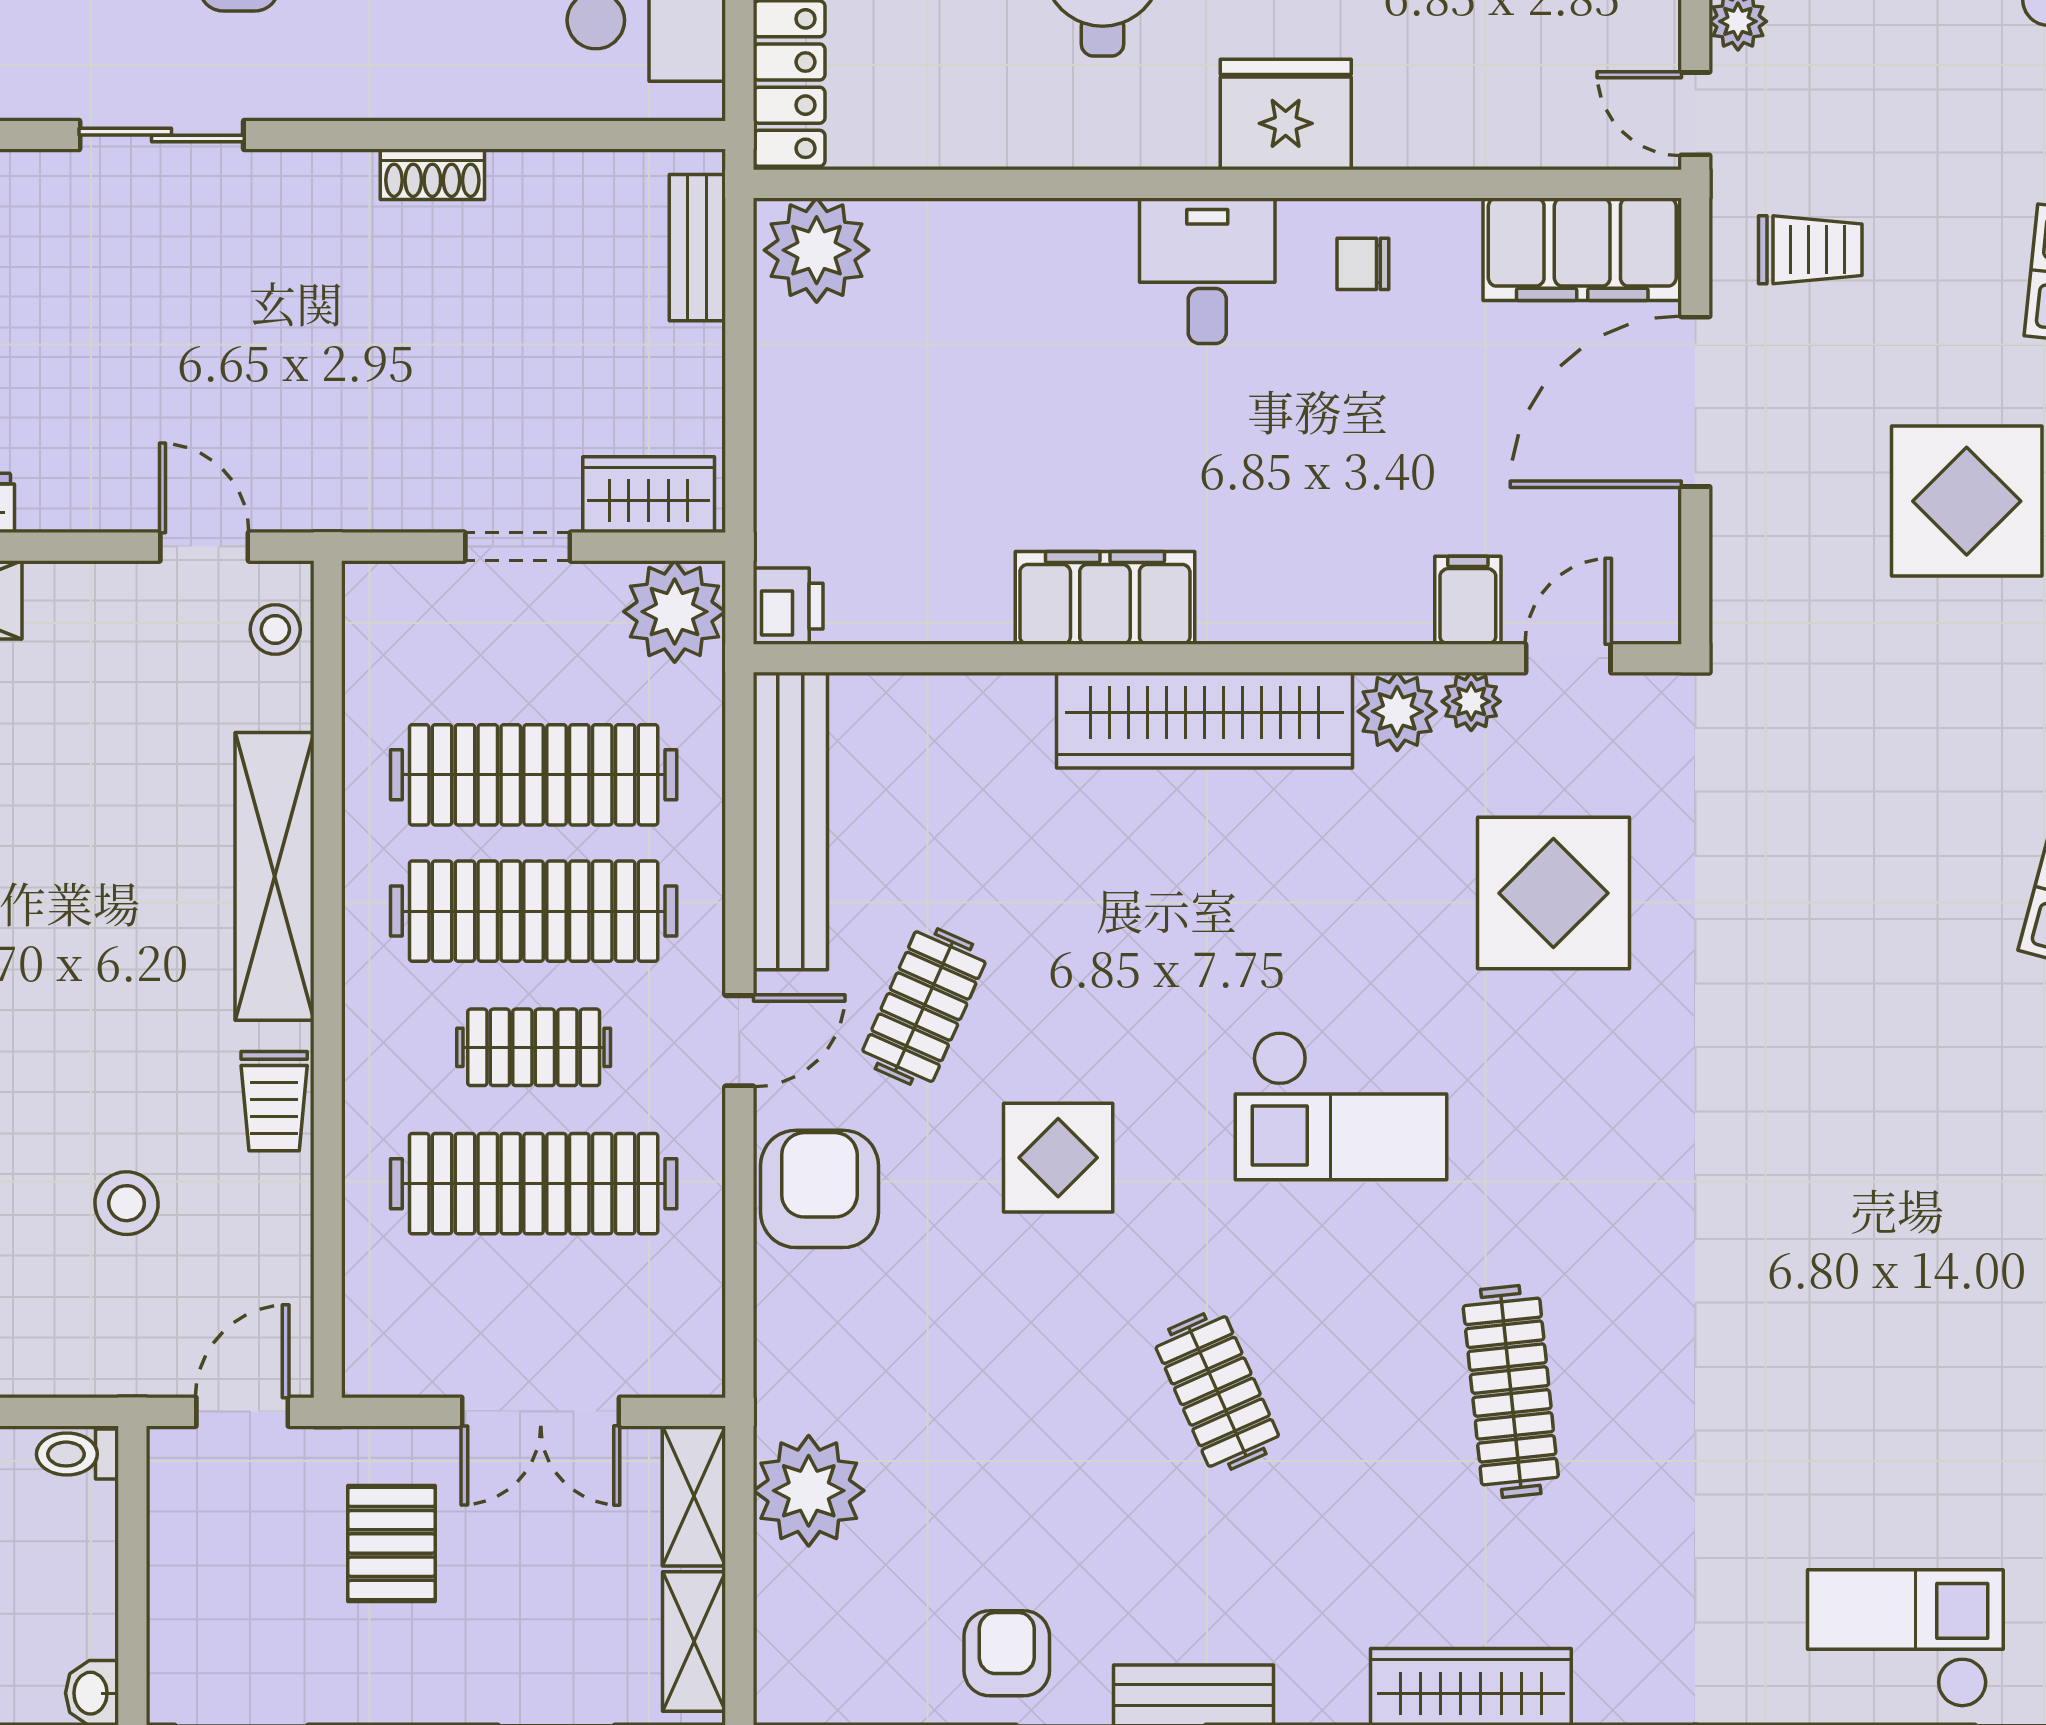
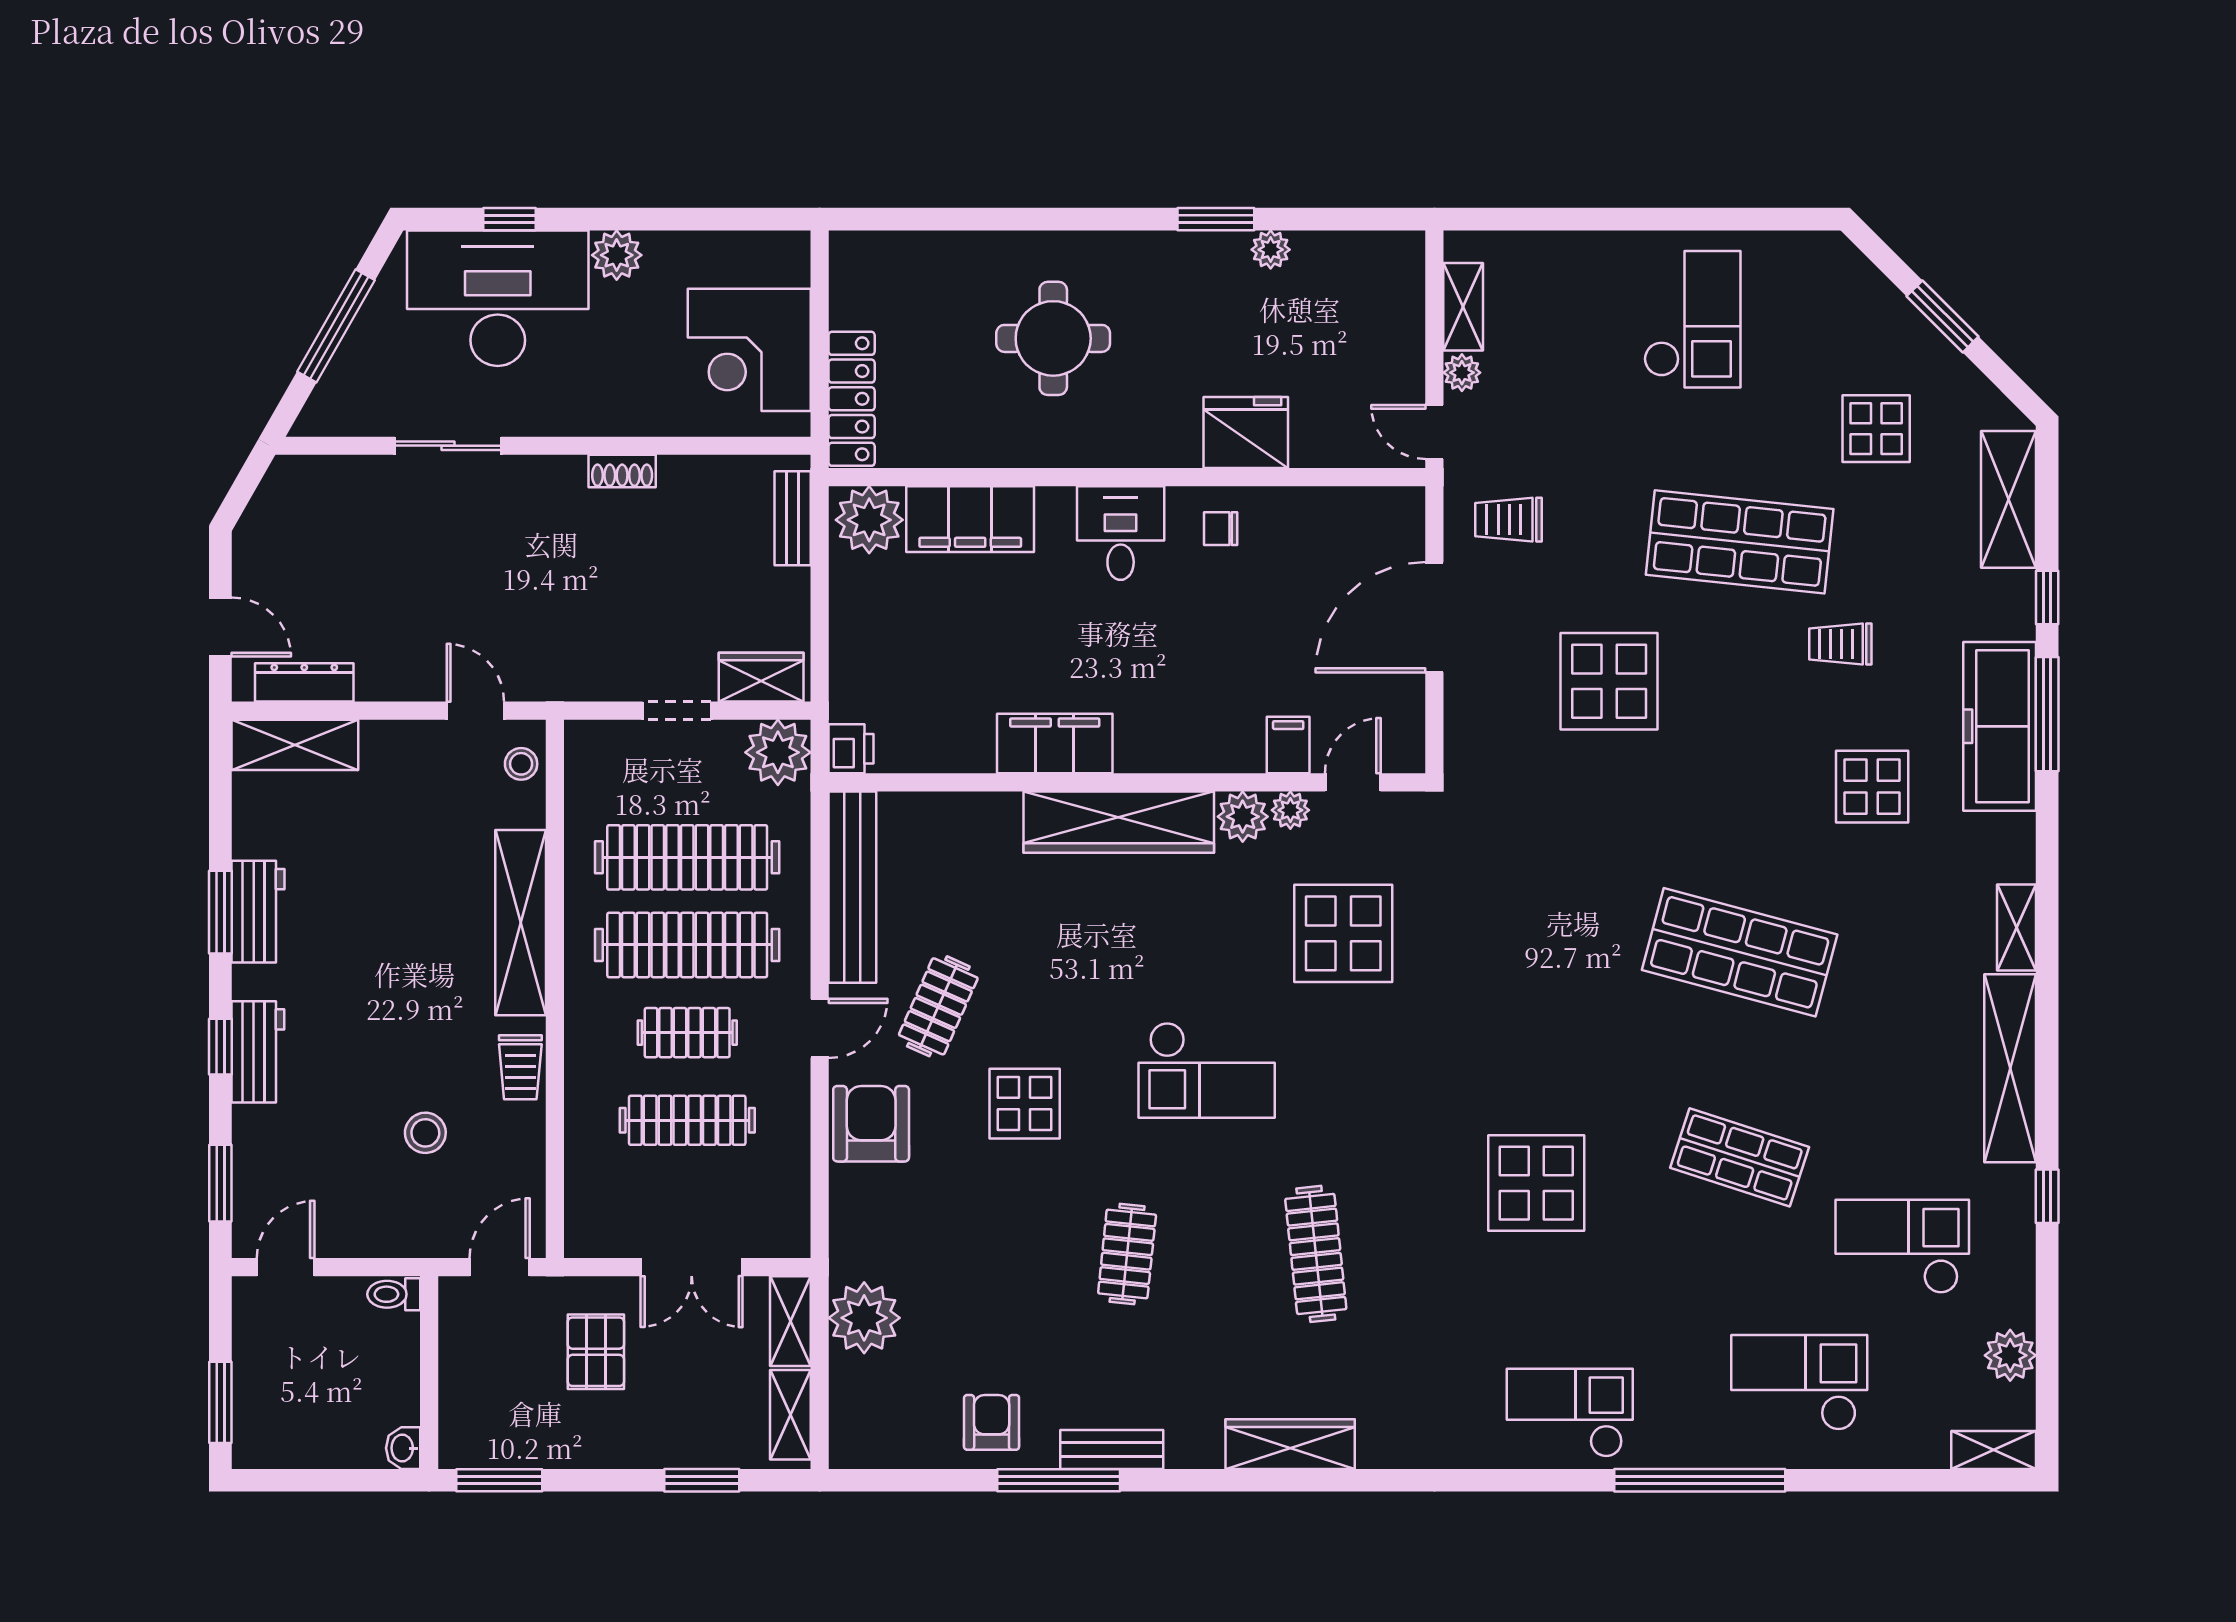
fridge: (1286, 114) -> (1246, 433), moved
filing cabinet: (1582, 249) -> (970, 519), moved
trolley: (1810, 250) -> (1508, 520), turned 180
clothes rail: (534, 1184) -> (687, 1120), width x0.73, depth x0.76
display table: (1853, 1281) -> (1536, 1183), added
clothes rail: (1217, 1391) -> (1127, 1254), turned 30

